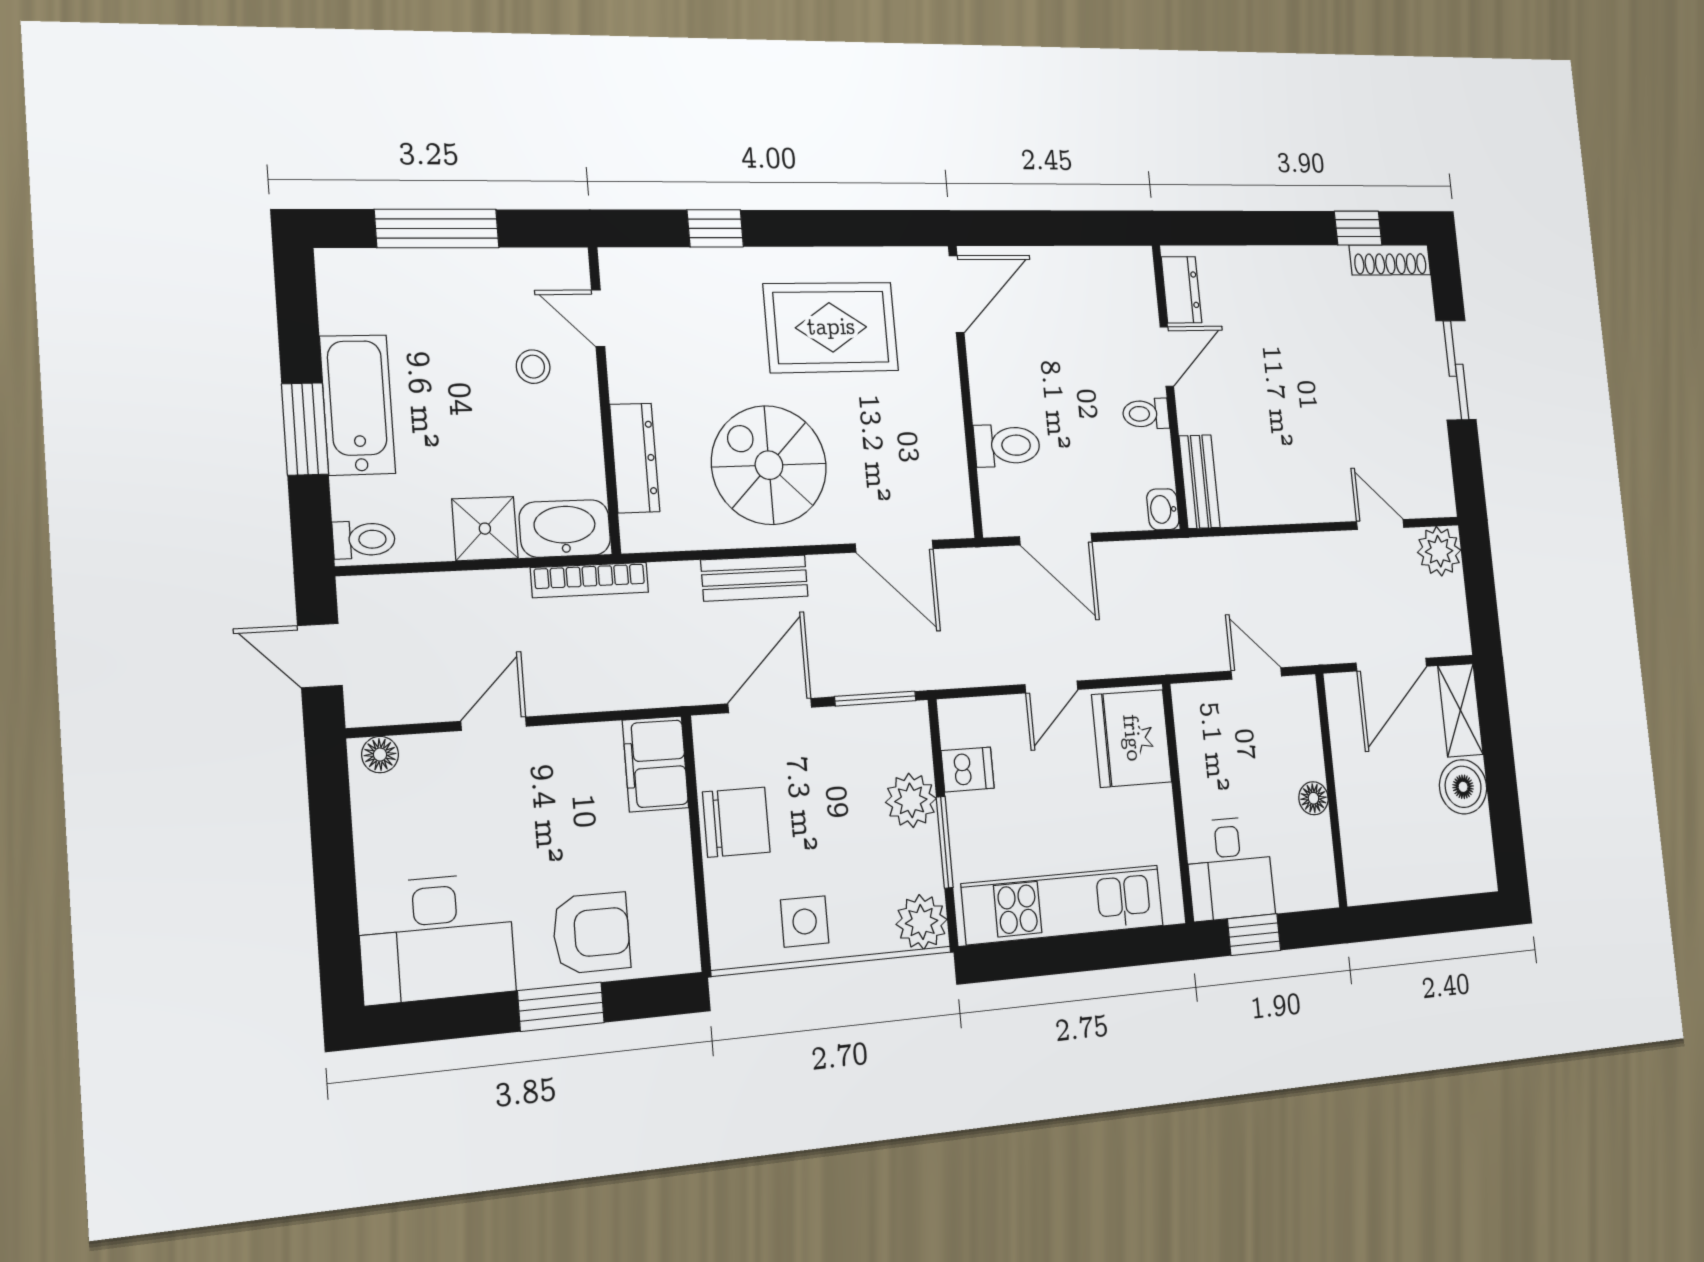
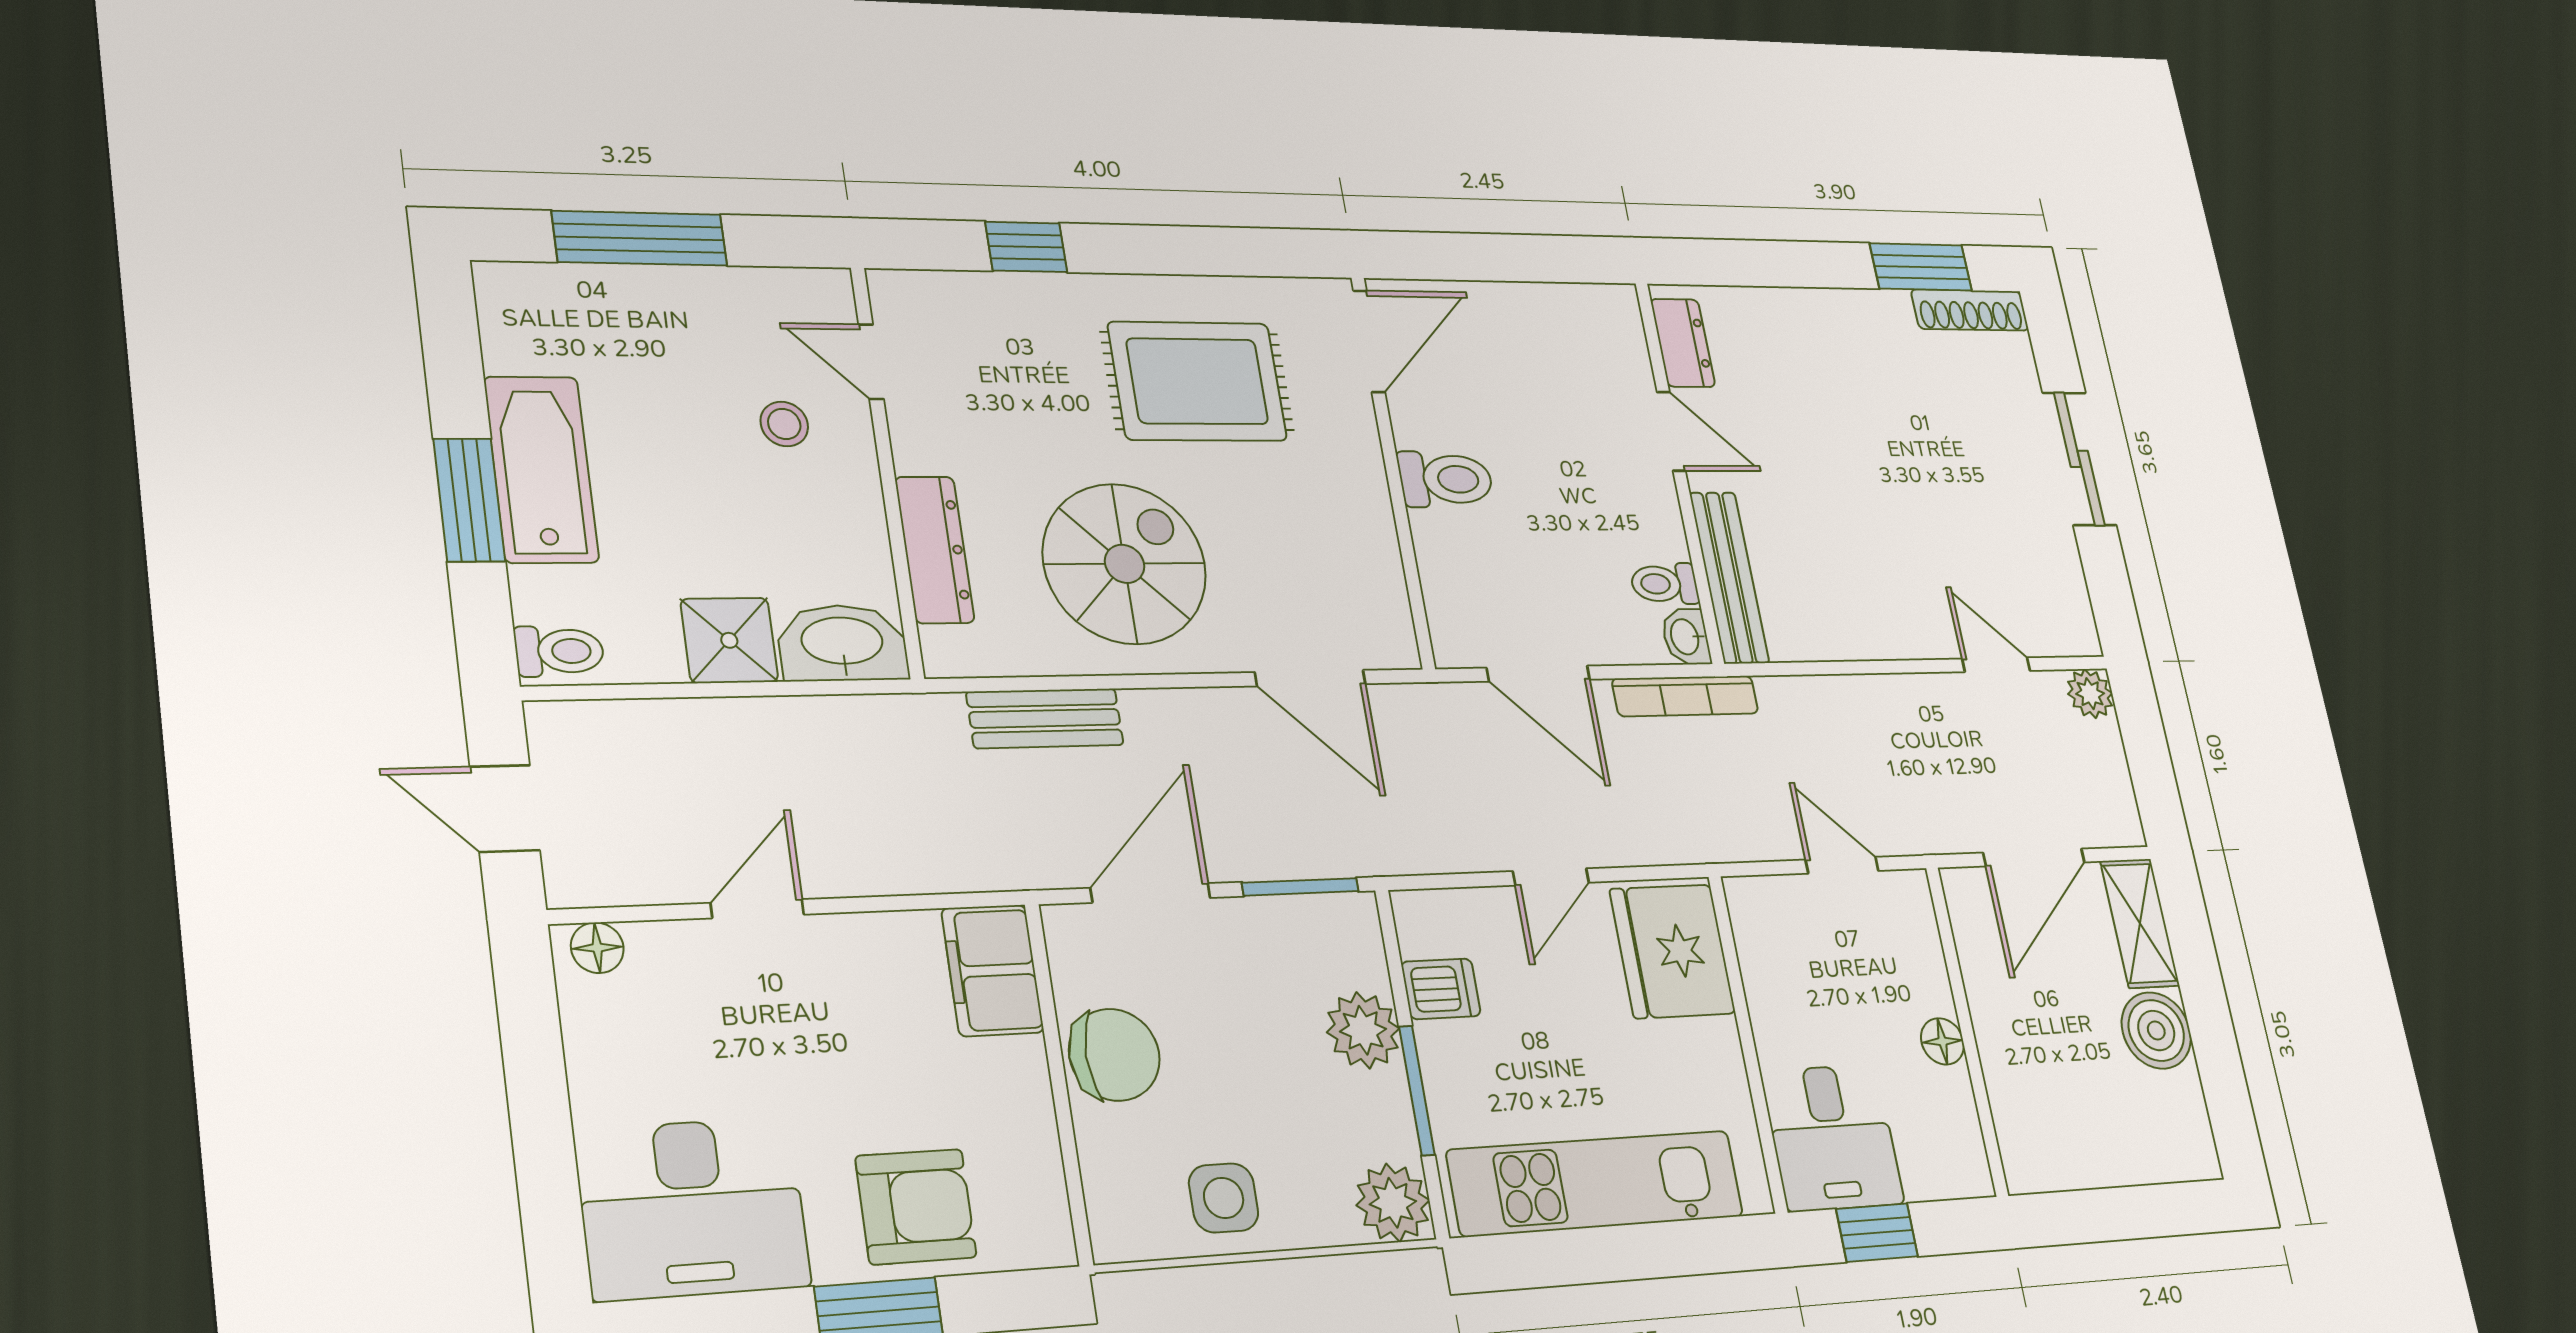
window: (1358, 228) -> (1921, 267), width x1.50
door: (1167, 357) -> (1671, 431), hinge flipped
toilet: (1146, 414) -> (1664, 584), moved
toilet: (1007, 445) -> (1446, 479), moved
spiral stairs: (769, 465) -> (1124, 564), turned 90
bench: (1199, 482) -> (1729, 578), width x1.36
plant: (1439, 551) -> (2090, 694), width x0.73, depth x0.73
bench: (755, 578) -> (1045, 718), moved
bookcase: (590, 580) -> (1685, 696), moved

